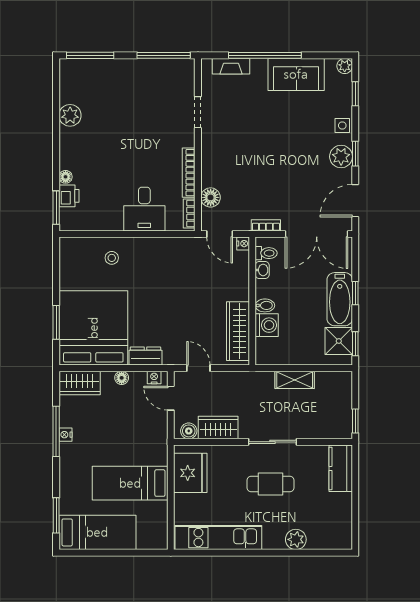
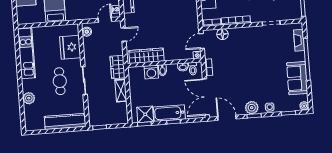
wardrobe: (218, 428) -> (118, 67), moved, turned 180
kitchen counter: (341, 468) -> (65, 122), width x1.50
fridge: (190, 473) -> (70, 47), moved, turned 90

